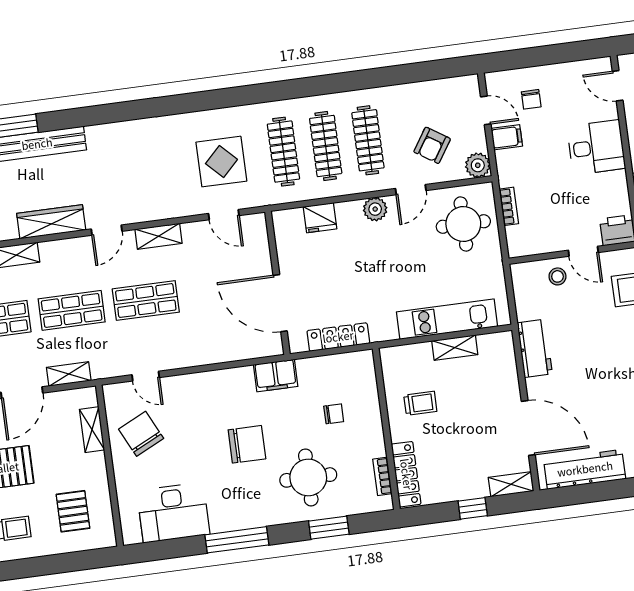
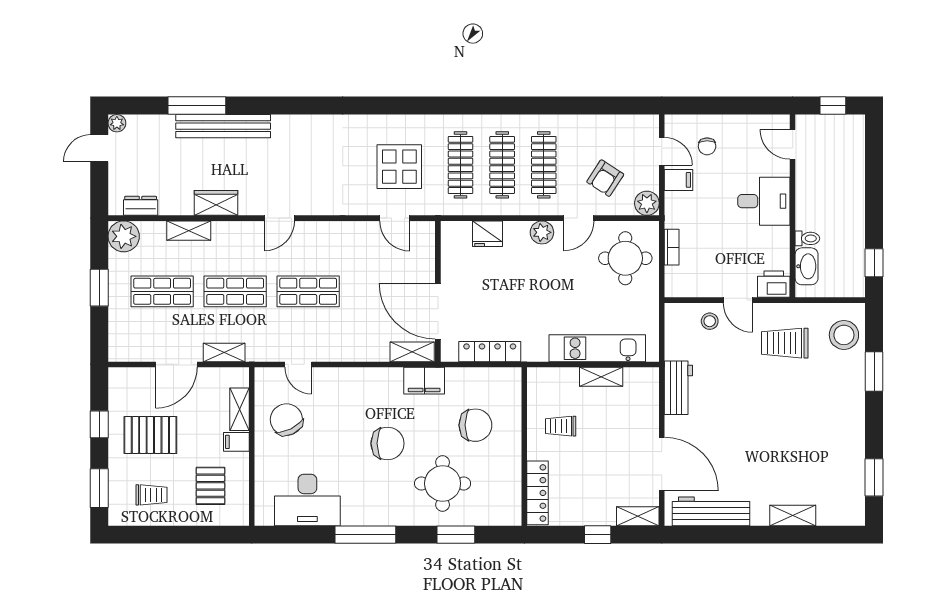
wardrobe: (51, 222) -> (216, 203), width x0.67
shelving: (159, 236) -> (412, 352), moved
trolley: (420, 403) -> (561, 426), turned 180
chair: (334, 414) -> (475, 425), width x1.87, depth x1.87
filing cabinet: (93, 463) -> (236, 442), added
bookcase: (382, 476) -> (514, 492), removed

